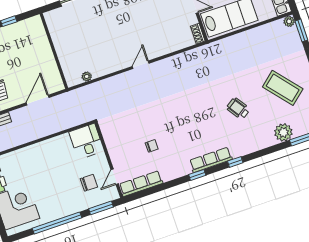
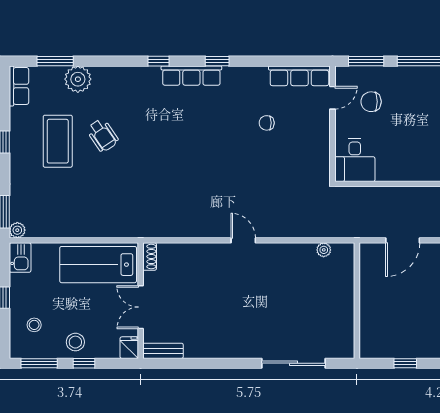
door: (141, 65) -> (243, 240), swing flipped
coffee table: (283, 88) -> (58, 141), turned 40
wheelchair: (238, 109) -> (103, 135), moved

